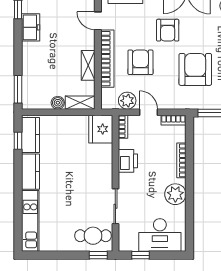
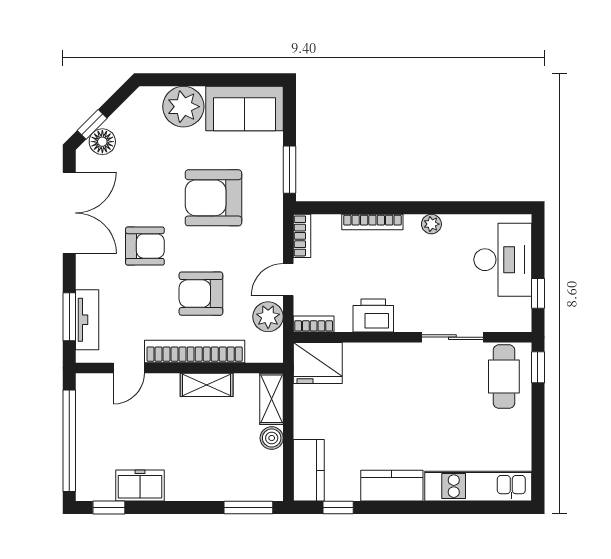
kitchen counter: (30, 135) -> (309, 470), moved, turned 90
plant: (175, 194) -> (431, 224), width x0.53, depth x0.53

